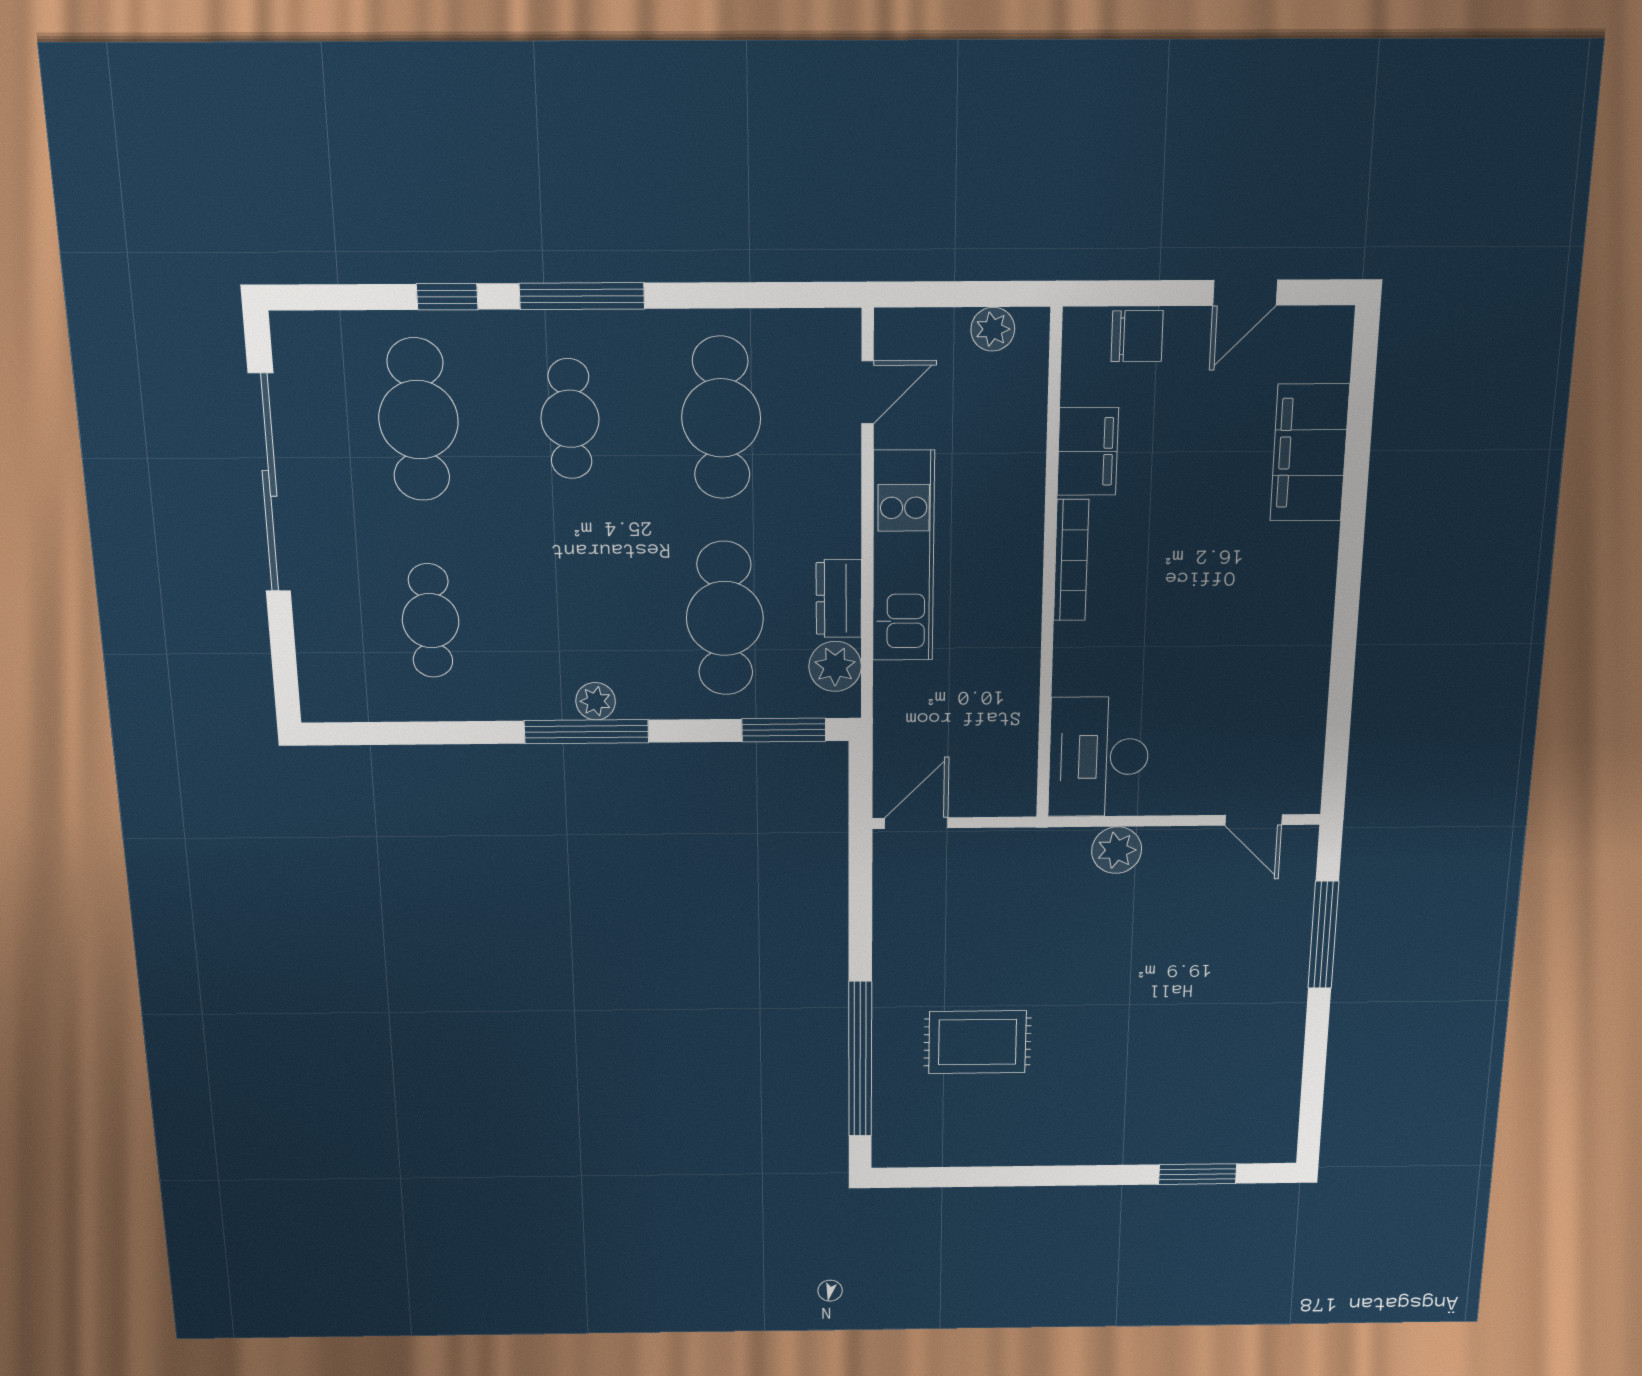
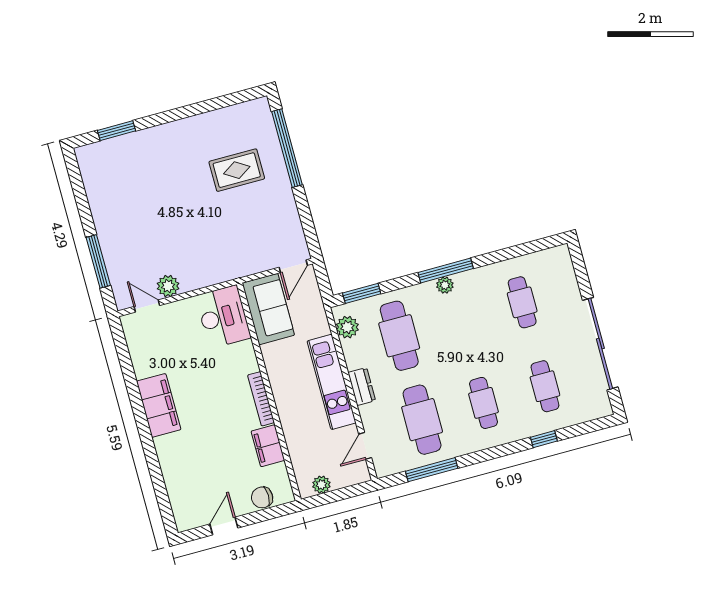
window: (582, 296) -> (432, 470), moved
cafe table: (418, 420) -> (545, 386), width x0.73, depth x0.74
filing cabinet: (1310, 453) -> (159, 405), moved
dresser: (839, 598) -> (362, 387), moved
sofa: (997, 748) -> (268, 309), added
plant: (1117, 850) -> (168, 286), moved

